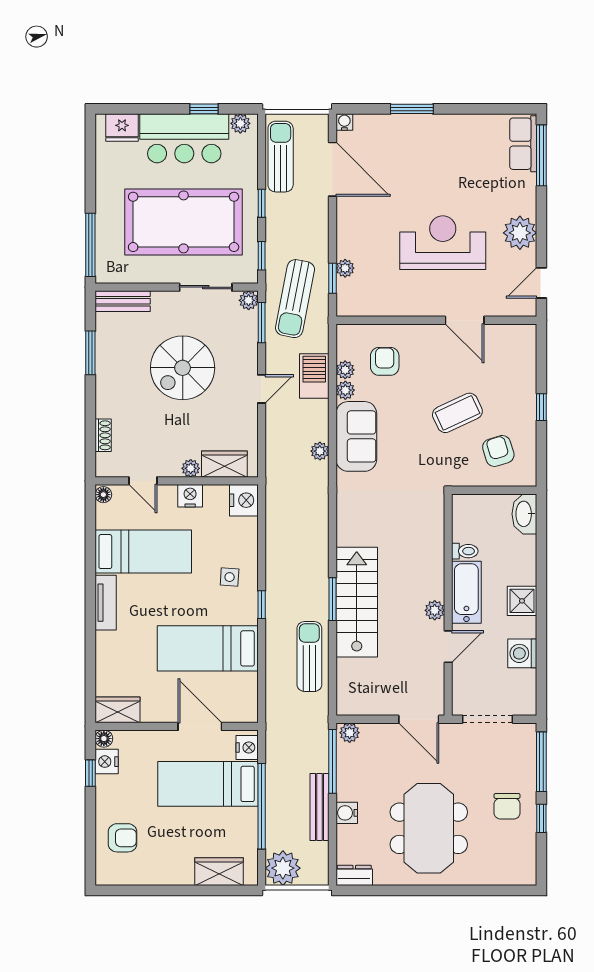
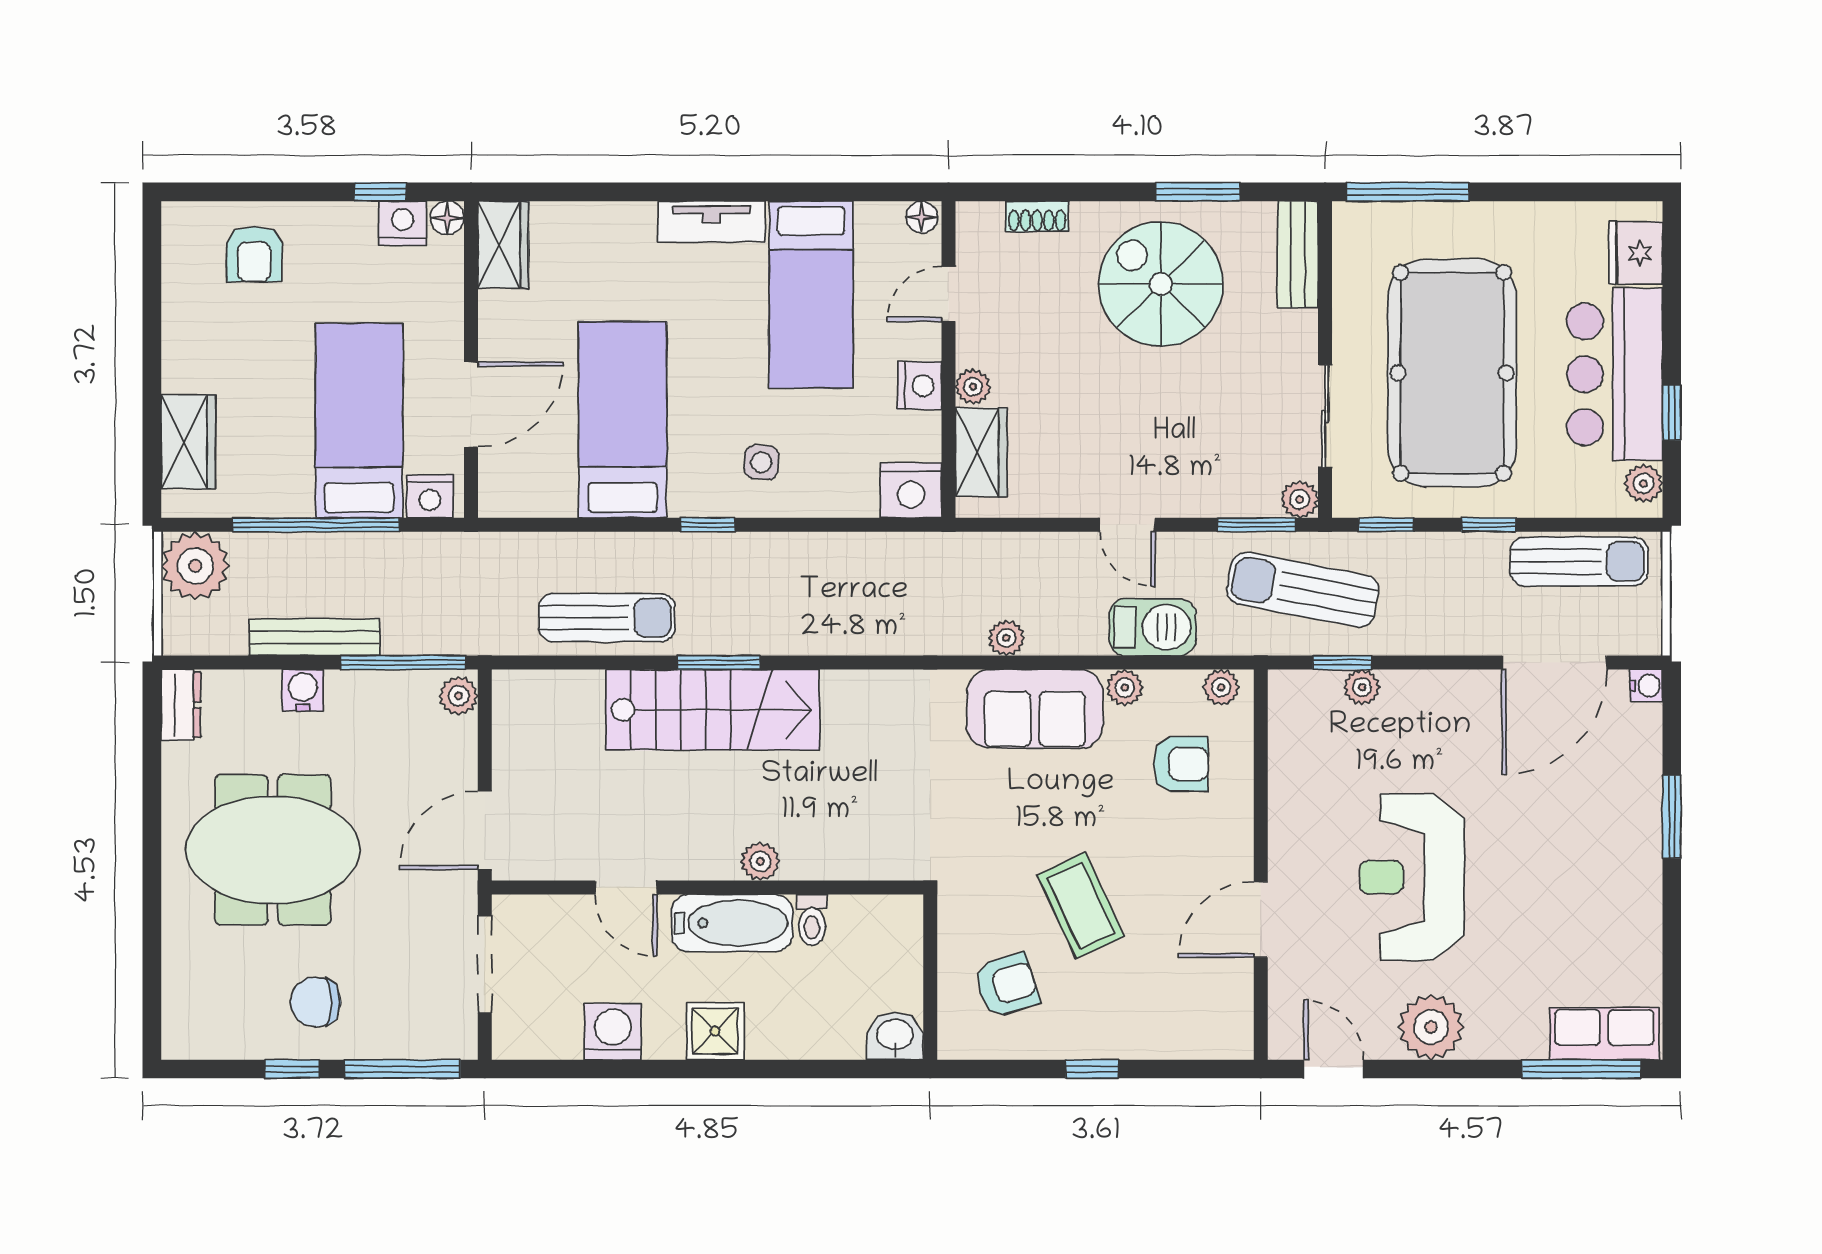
reception desk: (443, 243) -> (1412, 877), turned 180
spiral stairs: (183, 368) -> (1161, 284), moved
plant: (345, 370) -> (1221, 687), moved
washbasin: (524, 514) -> (895, 1036), width x0.72
plant: (435, 610) -> (760, 861), moved

